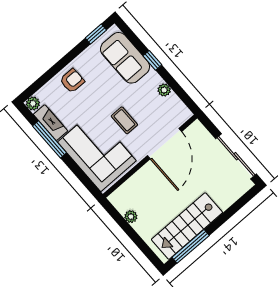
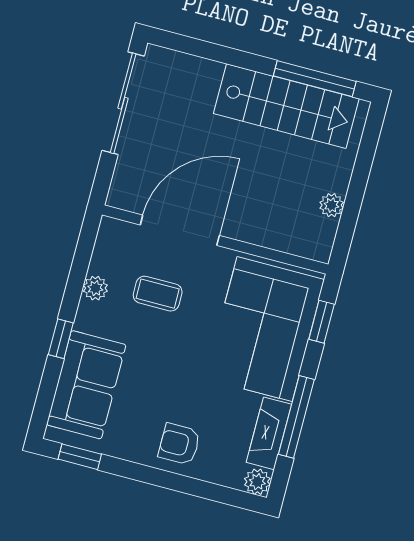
coffee table: (124, 120) -> (158, 294), moved, turned 90
window: (83, 178) -> (322, 322), added

